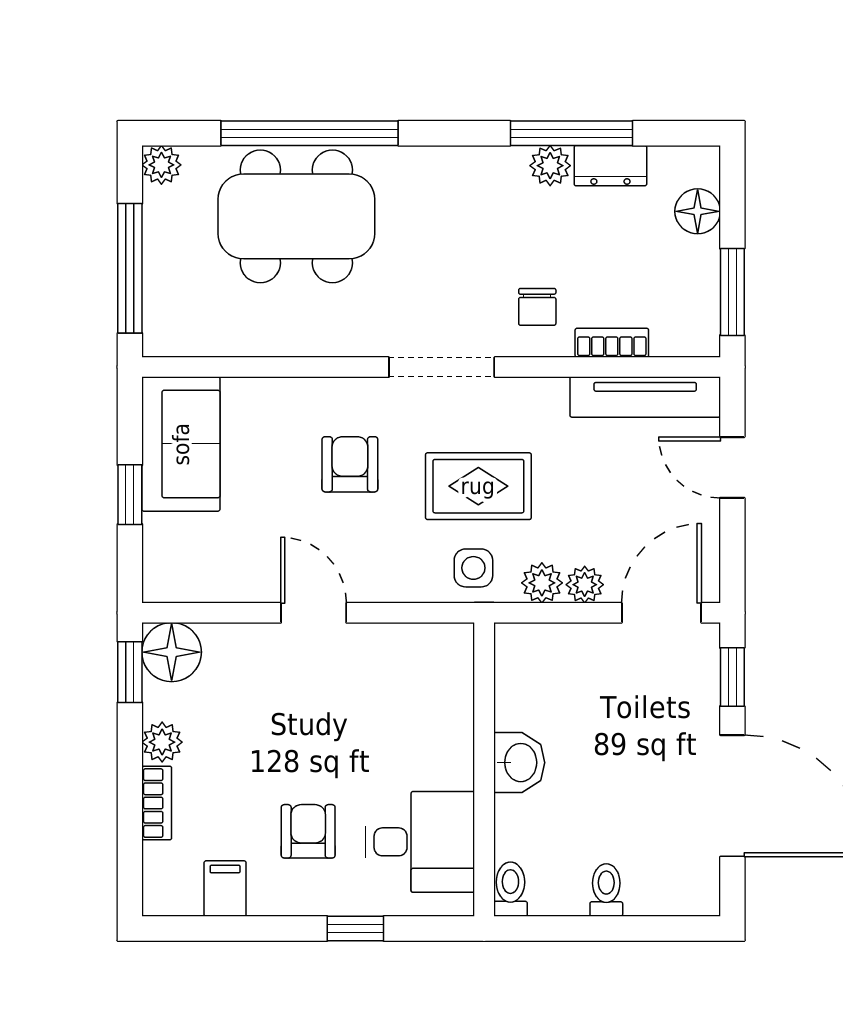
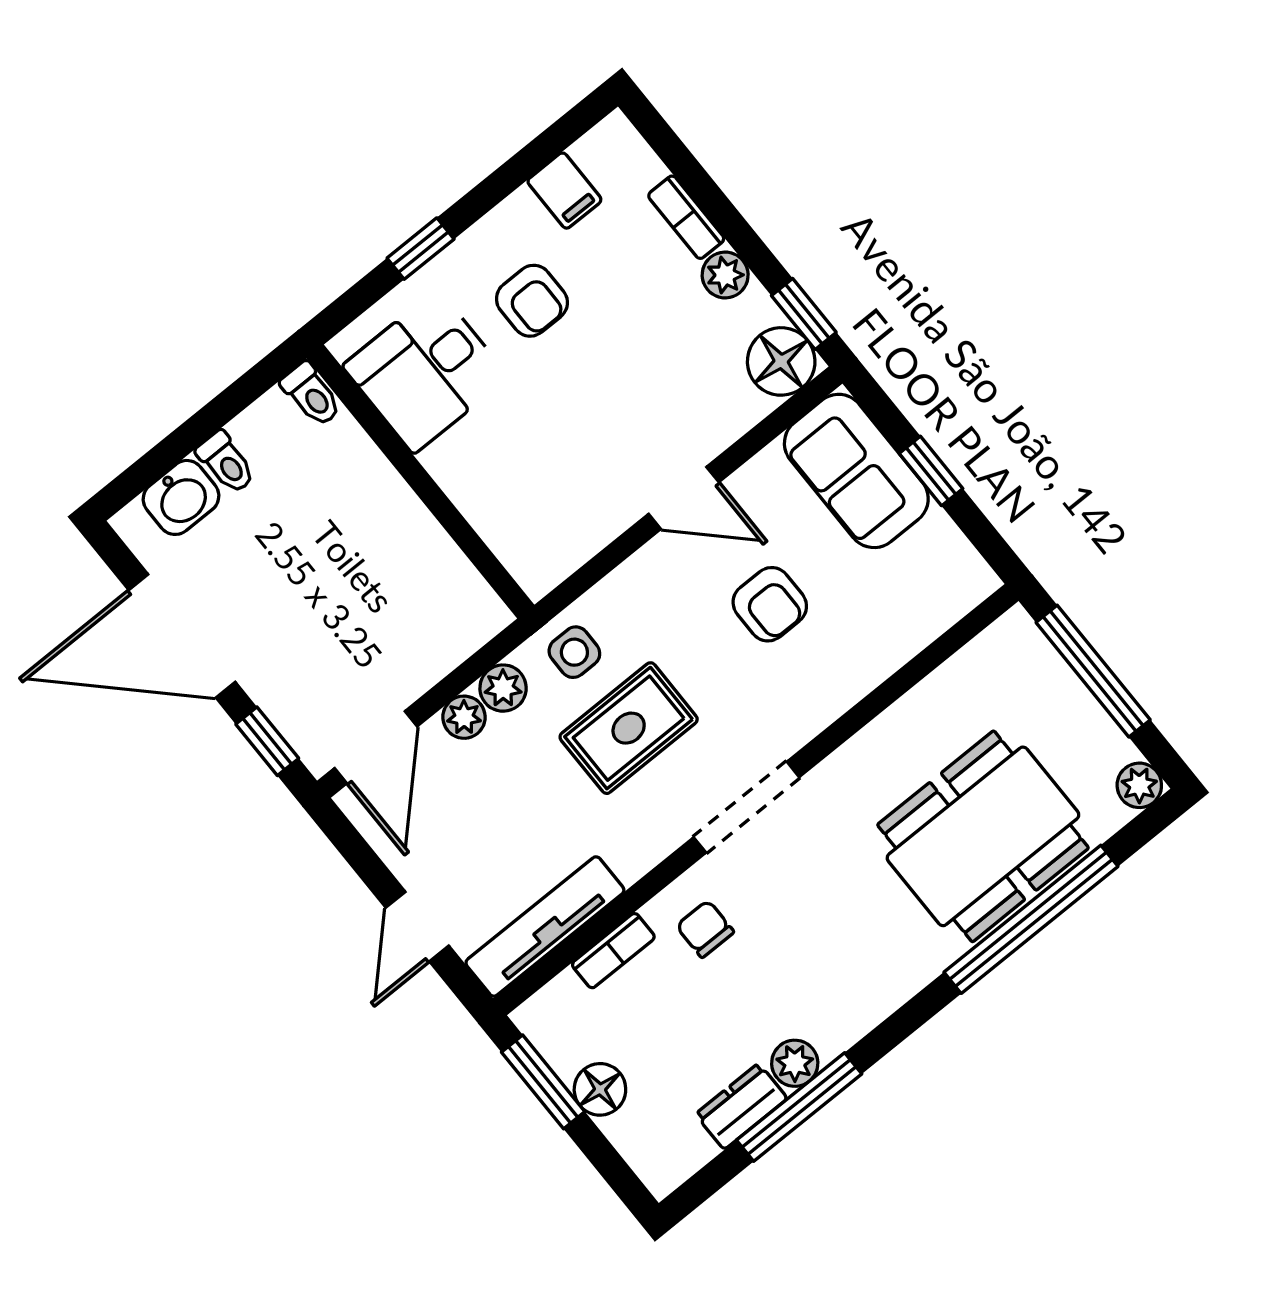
floor lamp: (698, 211) -> (600, 1089), moved
sofa: (181, 444) -> (856, 471), moved
armchair: (350, 464) -> (770, 604), moved
door: (732, 467) -> (417, 927), swing flipped
washbasin: (519, 763) -> (181, 497), moved, turned -90

